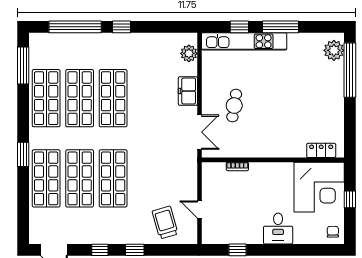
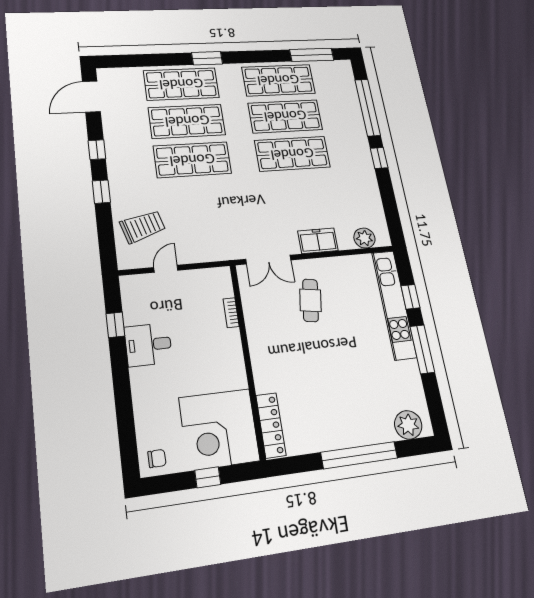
window: (350, 70) -> (359, 455), moved
cafe table: (234, 106) -> (310, 300), turned 90
locker: (321, 150) -> (271, 425), width x1.53
desk: (278, 229) -> (148, 345), moved

